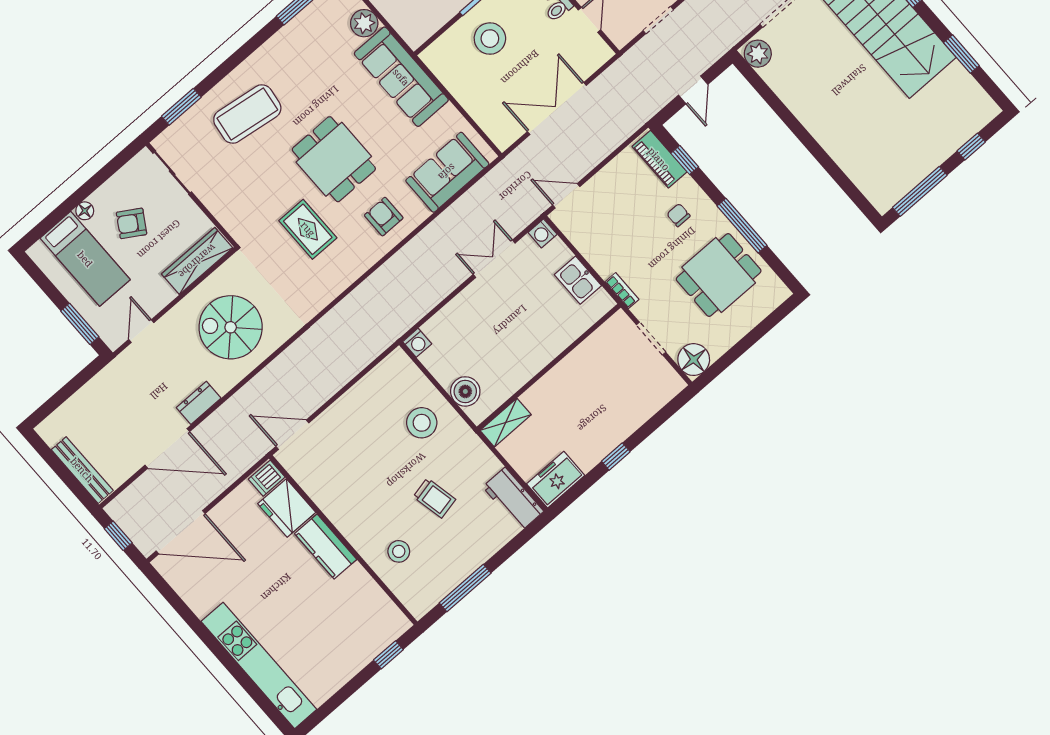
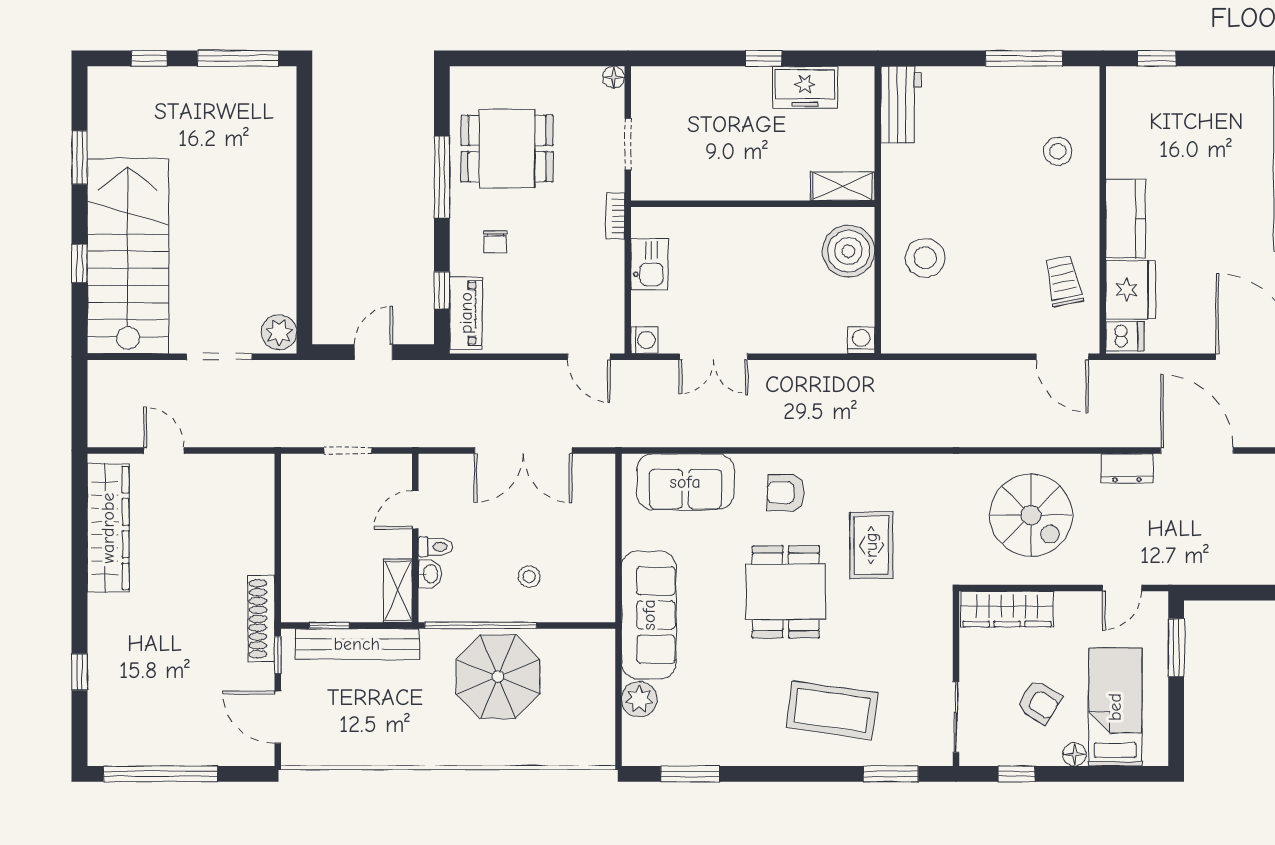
stool: (490, 39) -> (529, 577), width x0.53, depth x0.53
window: (108, 170) -> (1017, 774), added
armchair: (384, 217) -> (786, 493), turned 91
floor lamp: (694, 360) -> (614, 77), width x0.53, depth x0.53
boiler: (465, 391) -> (849, 251), width x1.37, depth x1.37
freezer: (556, 480) -> (805, 87), moved
trolley: (434, 498) -> (1064, 281), moved

